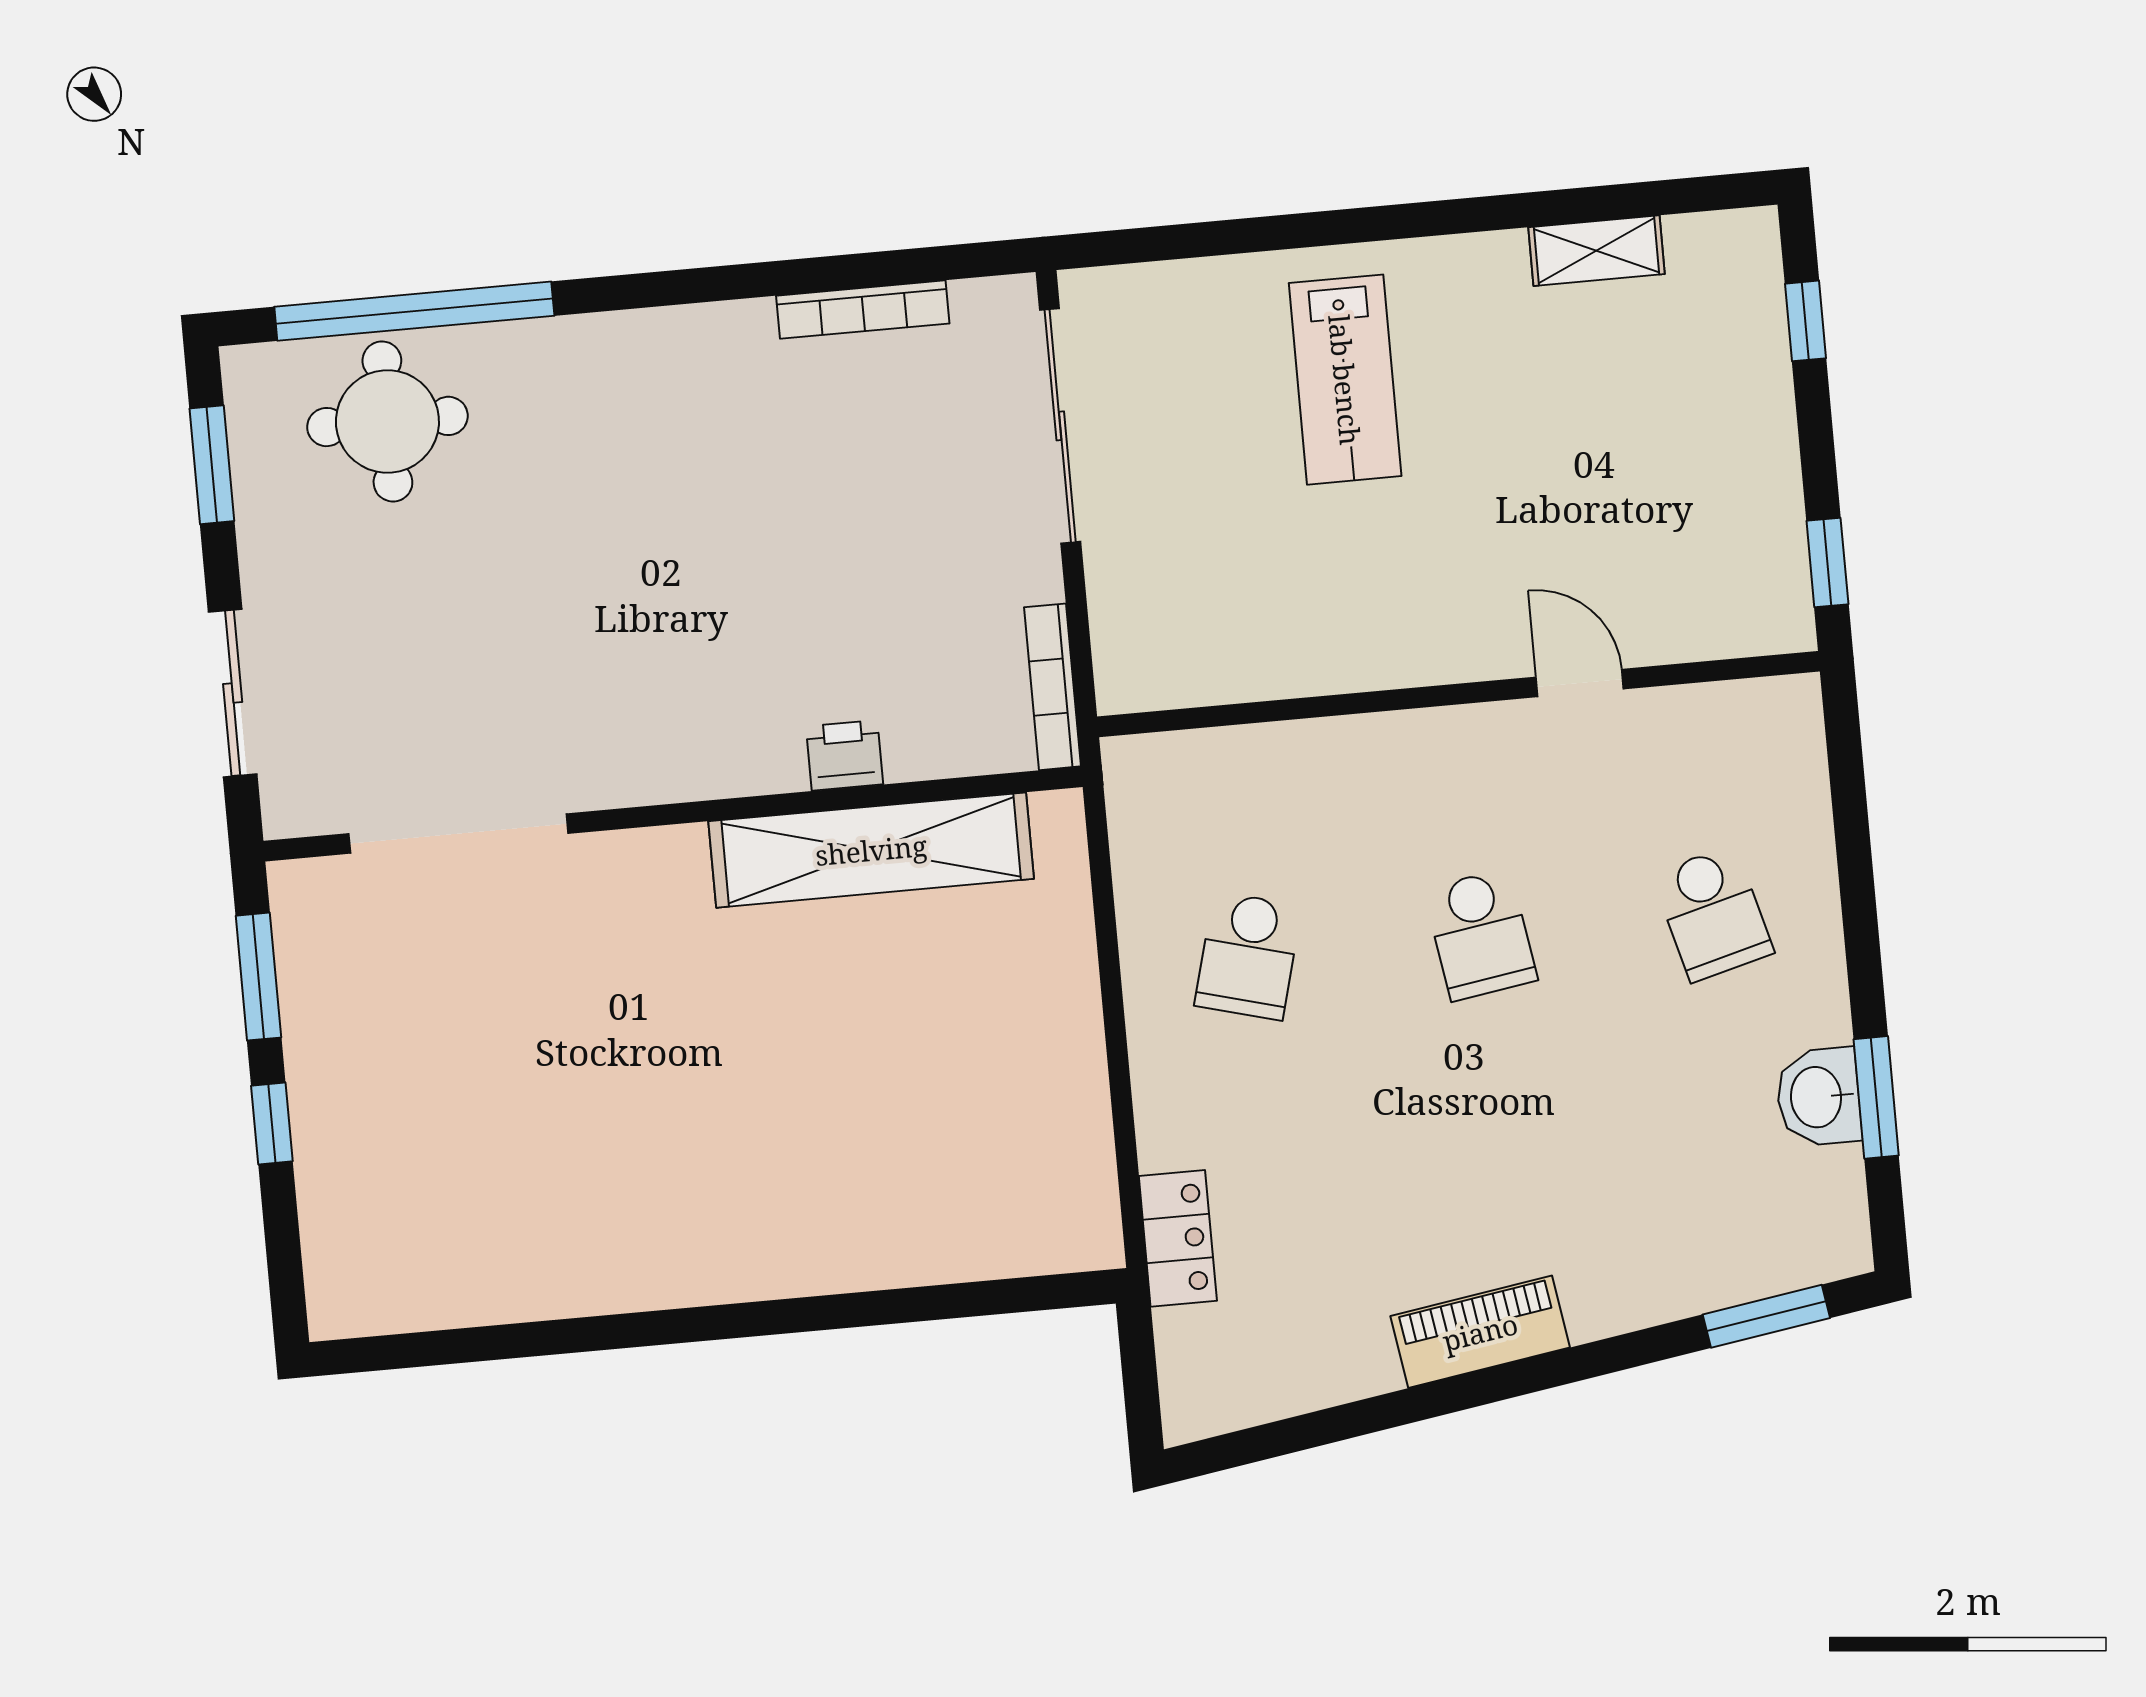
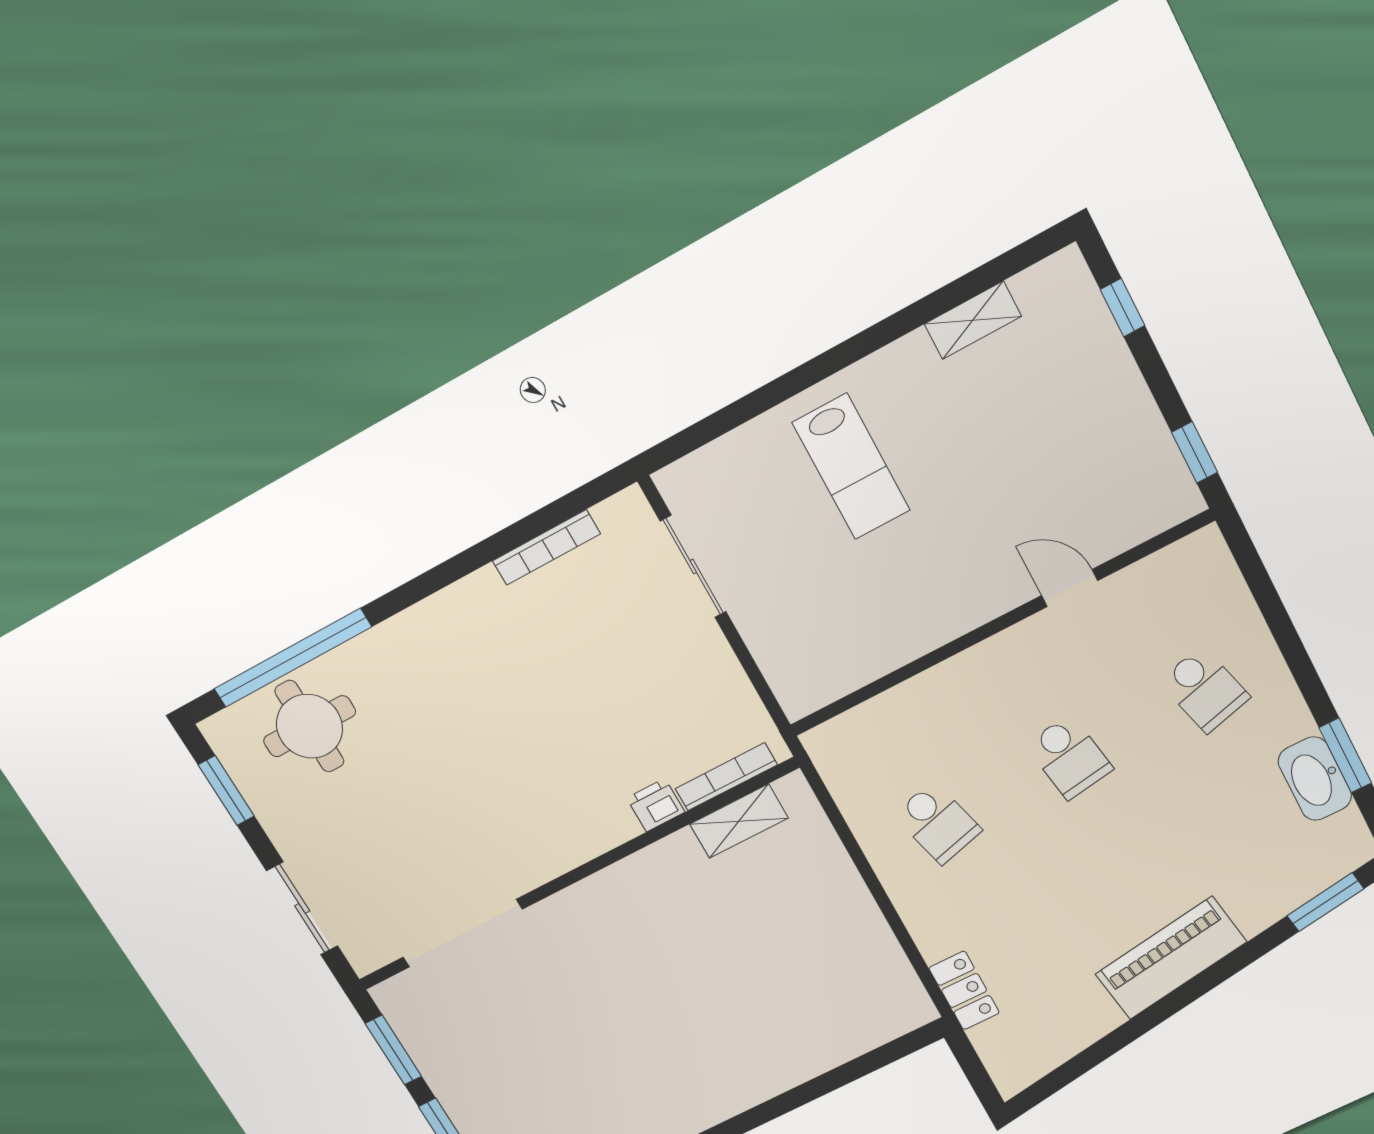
sliding door: (1060, 426) -> (693, 567), width x0.73
bookcase: (1052, 687) -> (726, 777), moved, turned 90
shelving: (871, 850) -> (739, 821), width x0.45, depth x0.75
school desk: (1248, 956) -> (938, 823), turned -30
washbasin: (1818, 1097) -> (1315, 779), width x1.38
piano: (1480, 1332) -> (1171, 958), width x1.37, depth x1.33

